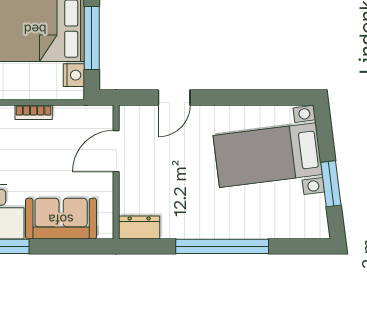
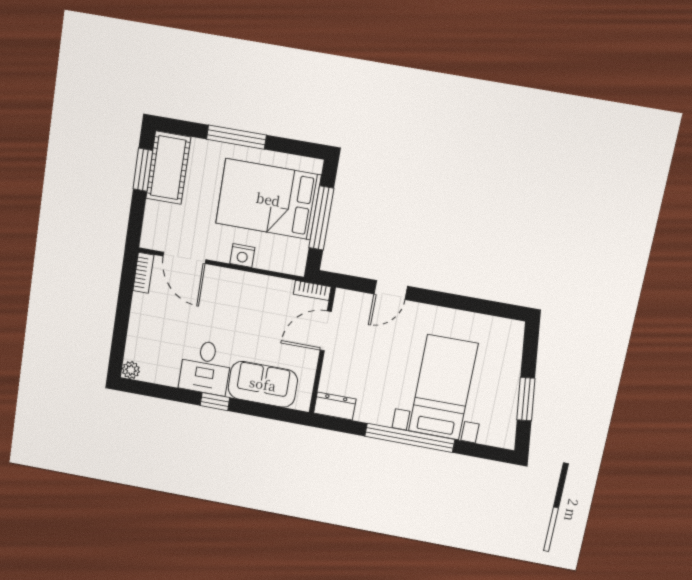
nightstand: (74, 75) -> (242, 256), moved, turned 90
bookcase: (34, 112) -> (312, 290), moved
bed with nightstands: (268, 155) -> (443, 387), moved, turned 97

